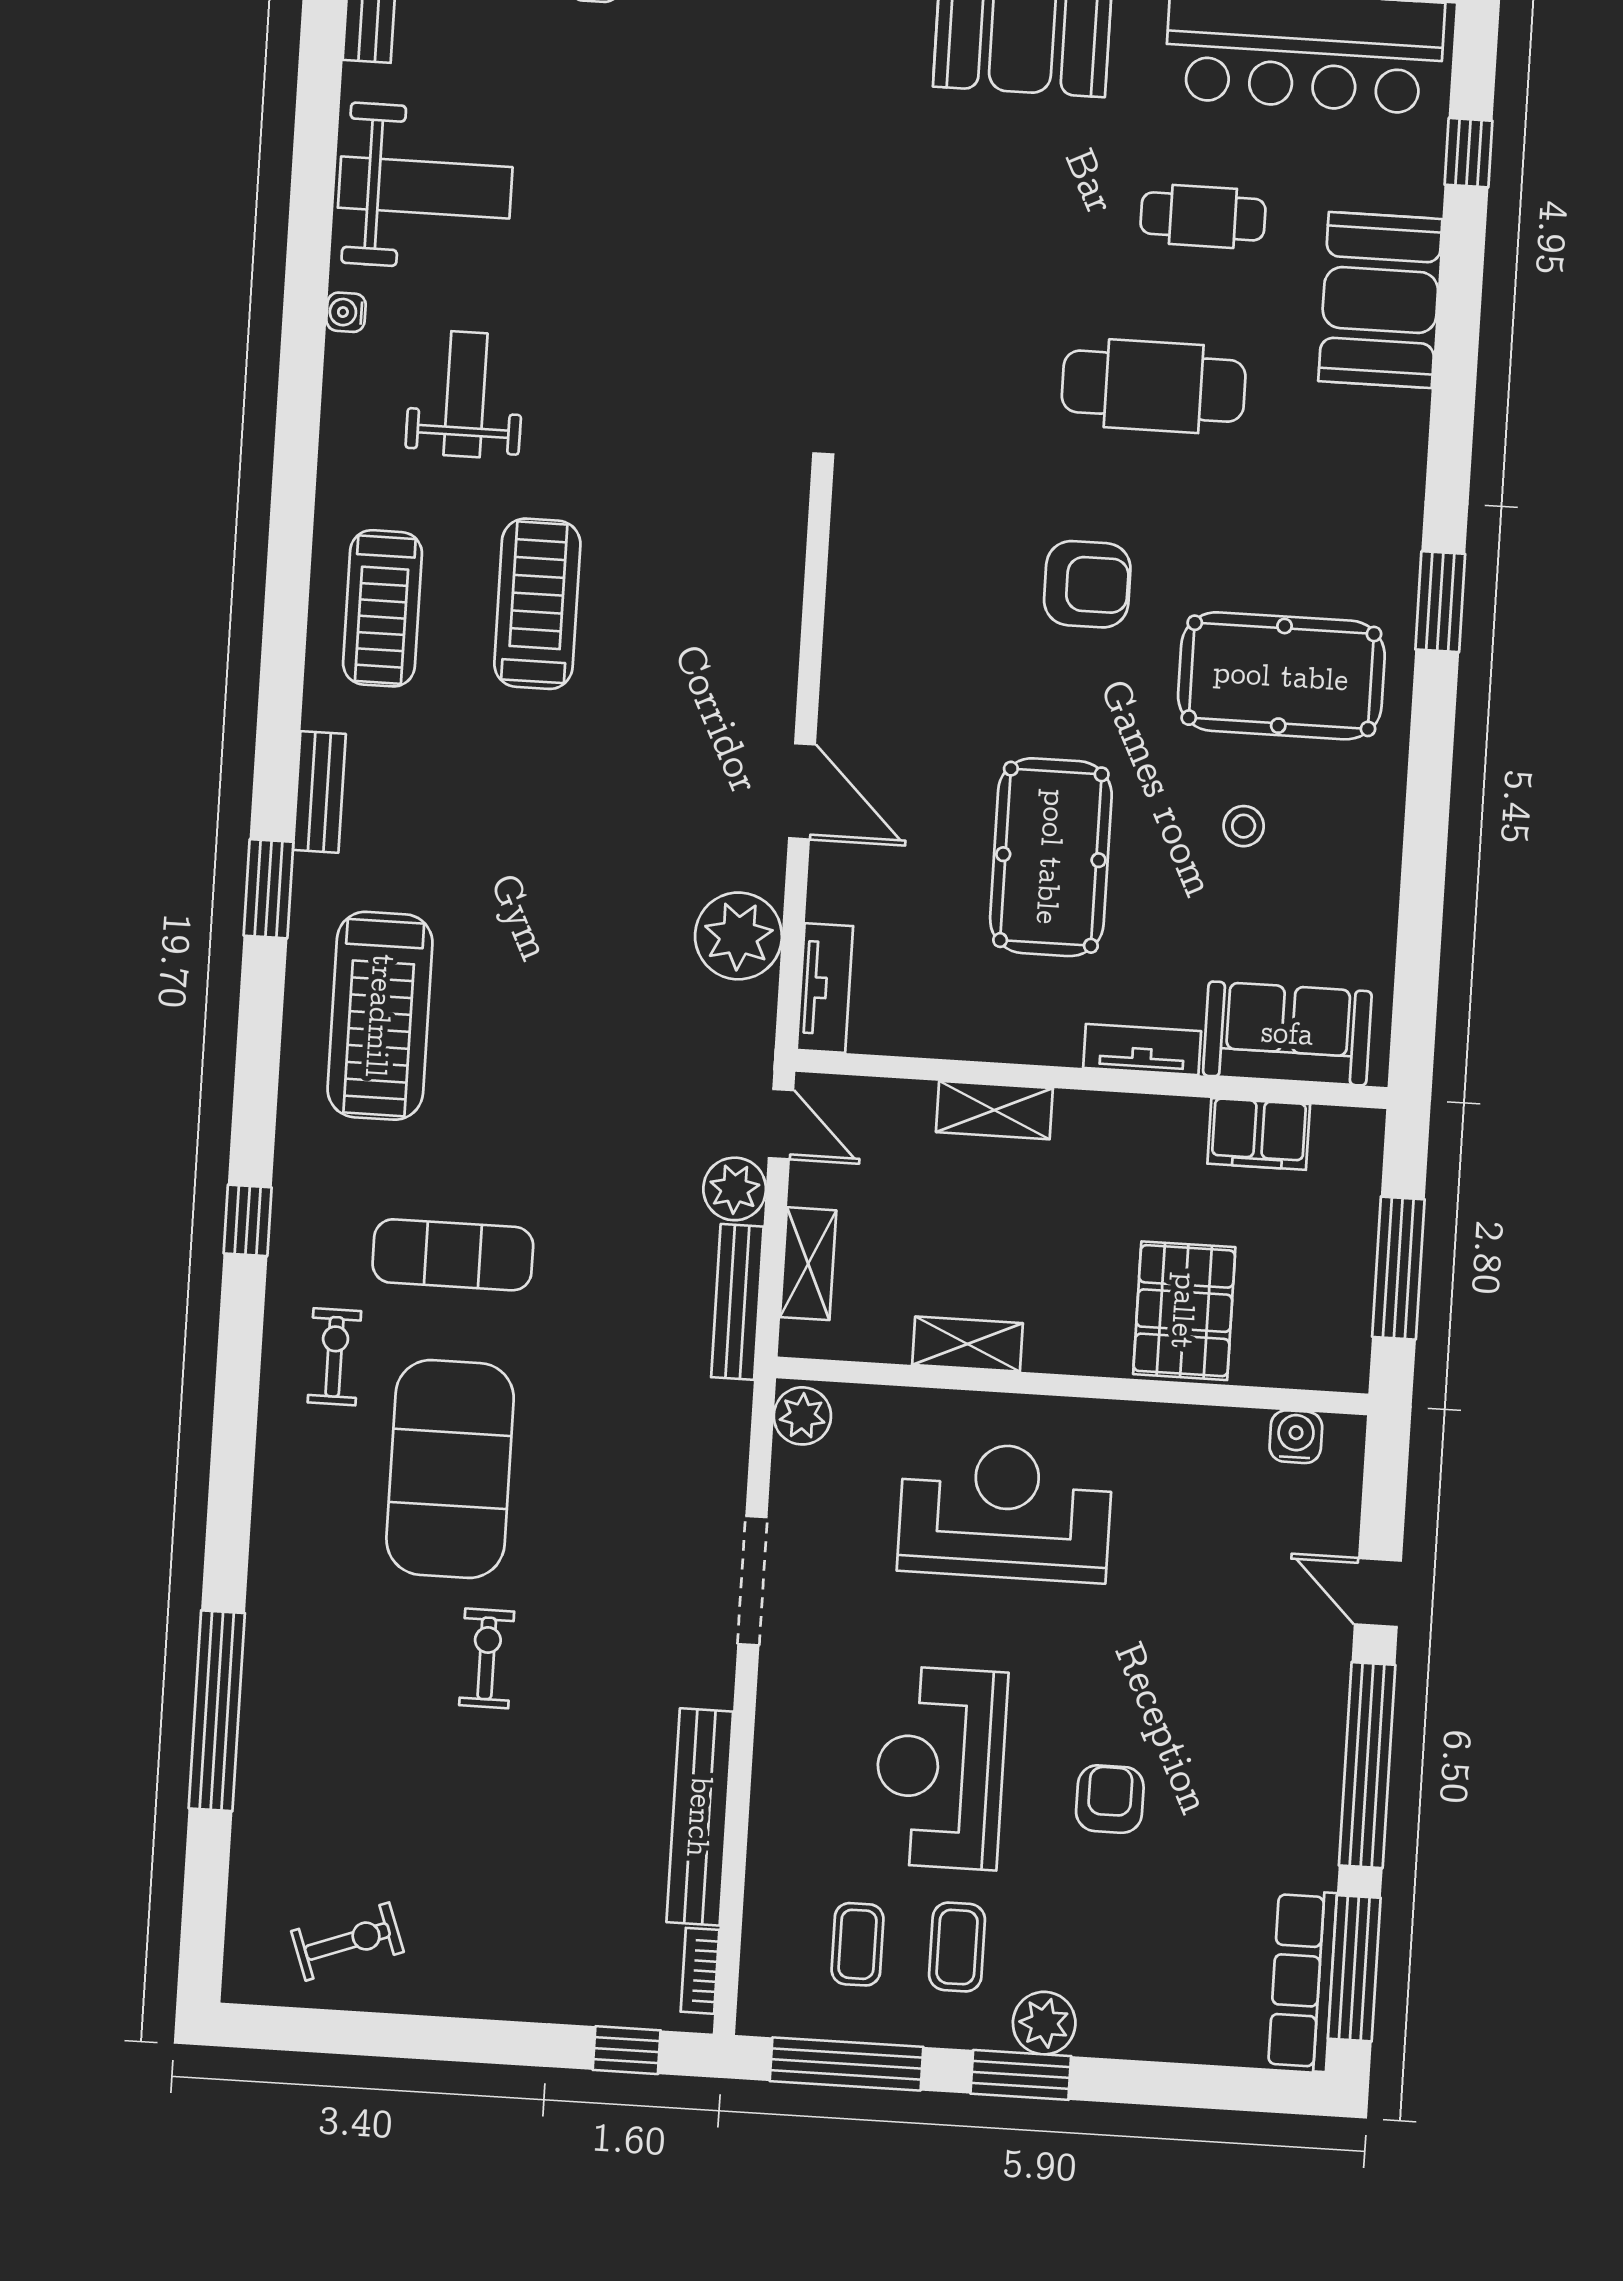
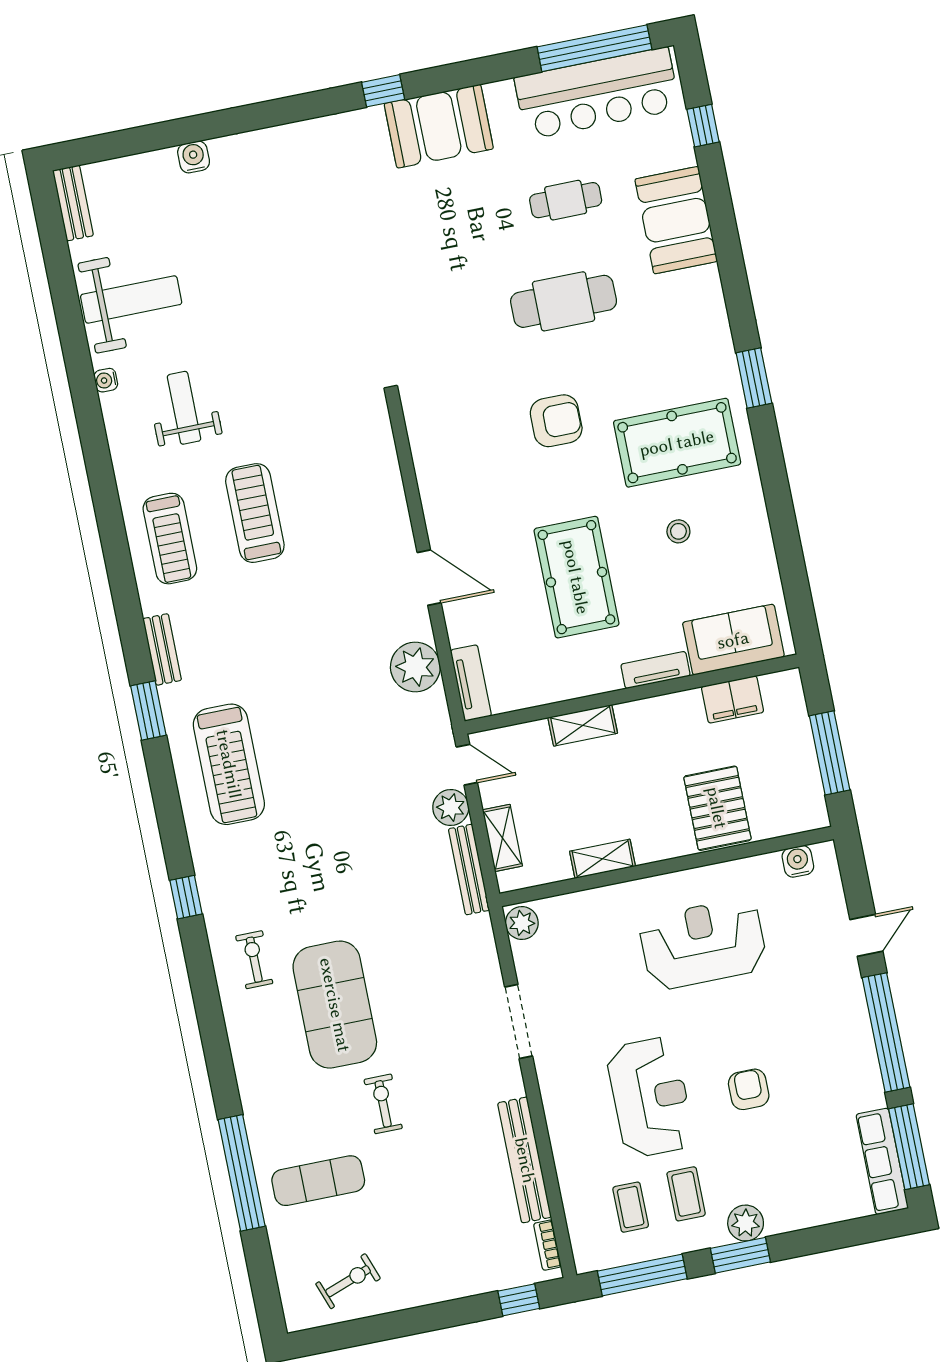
exercise mat: (453, 1255) -> (318, 1181), moved
reception desk: (1005, 1512) -> (703, 944), moved
door: (1378, 1593) -> (866, 935), swing flipped
reception desk: (940, 1768) -> (650, 1097), turned 180

